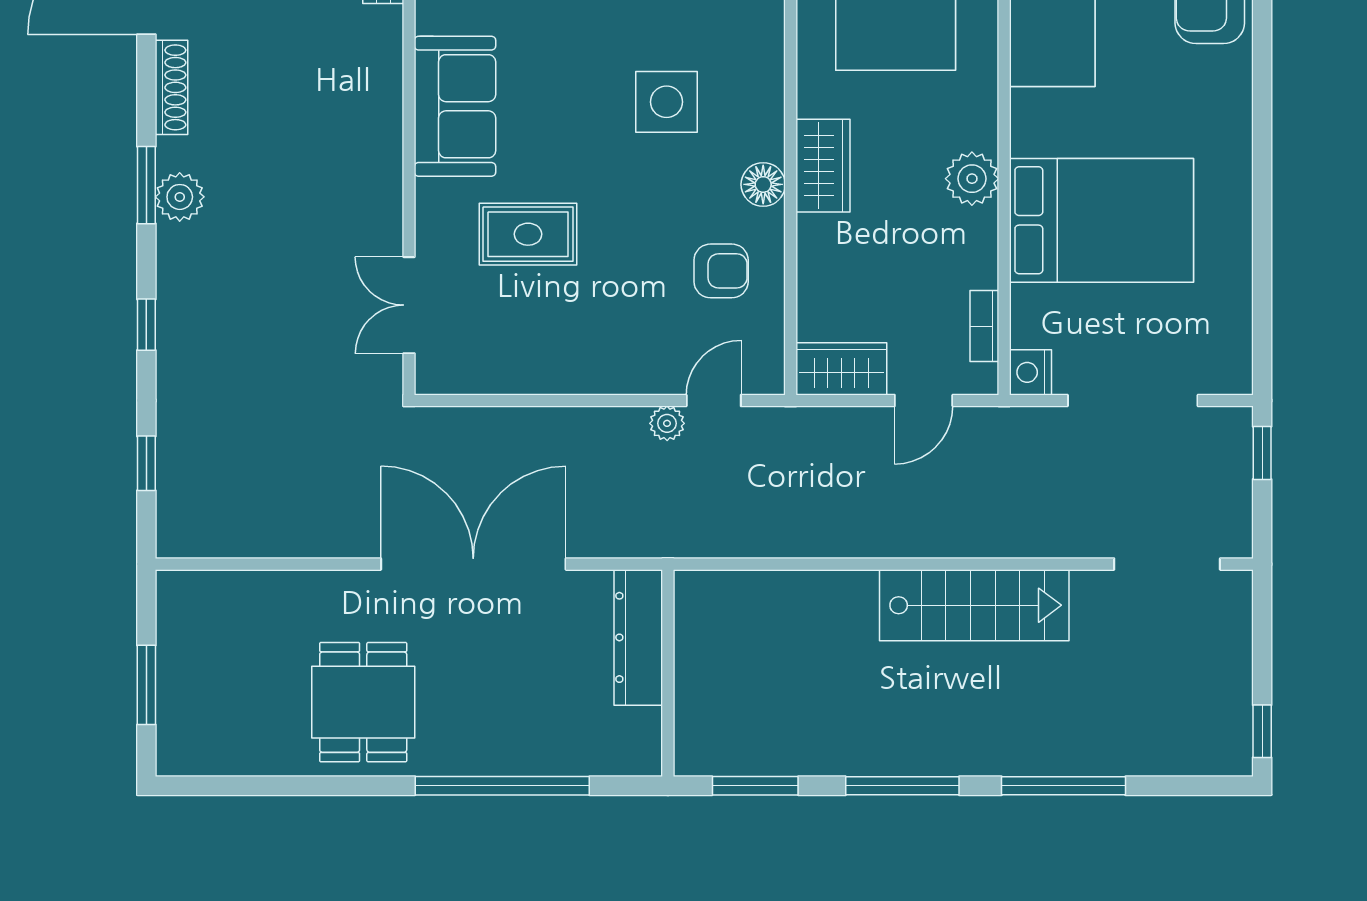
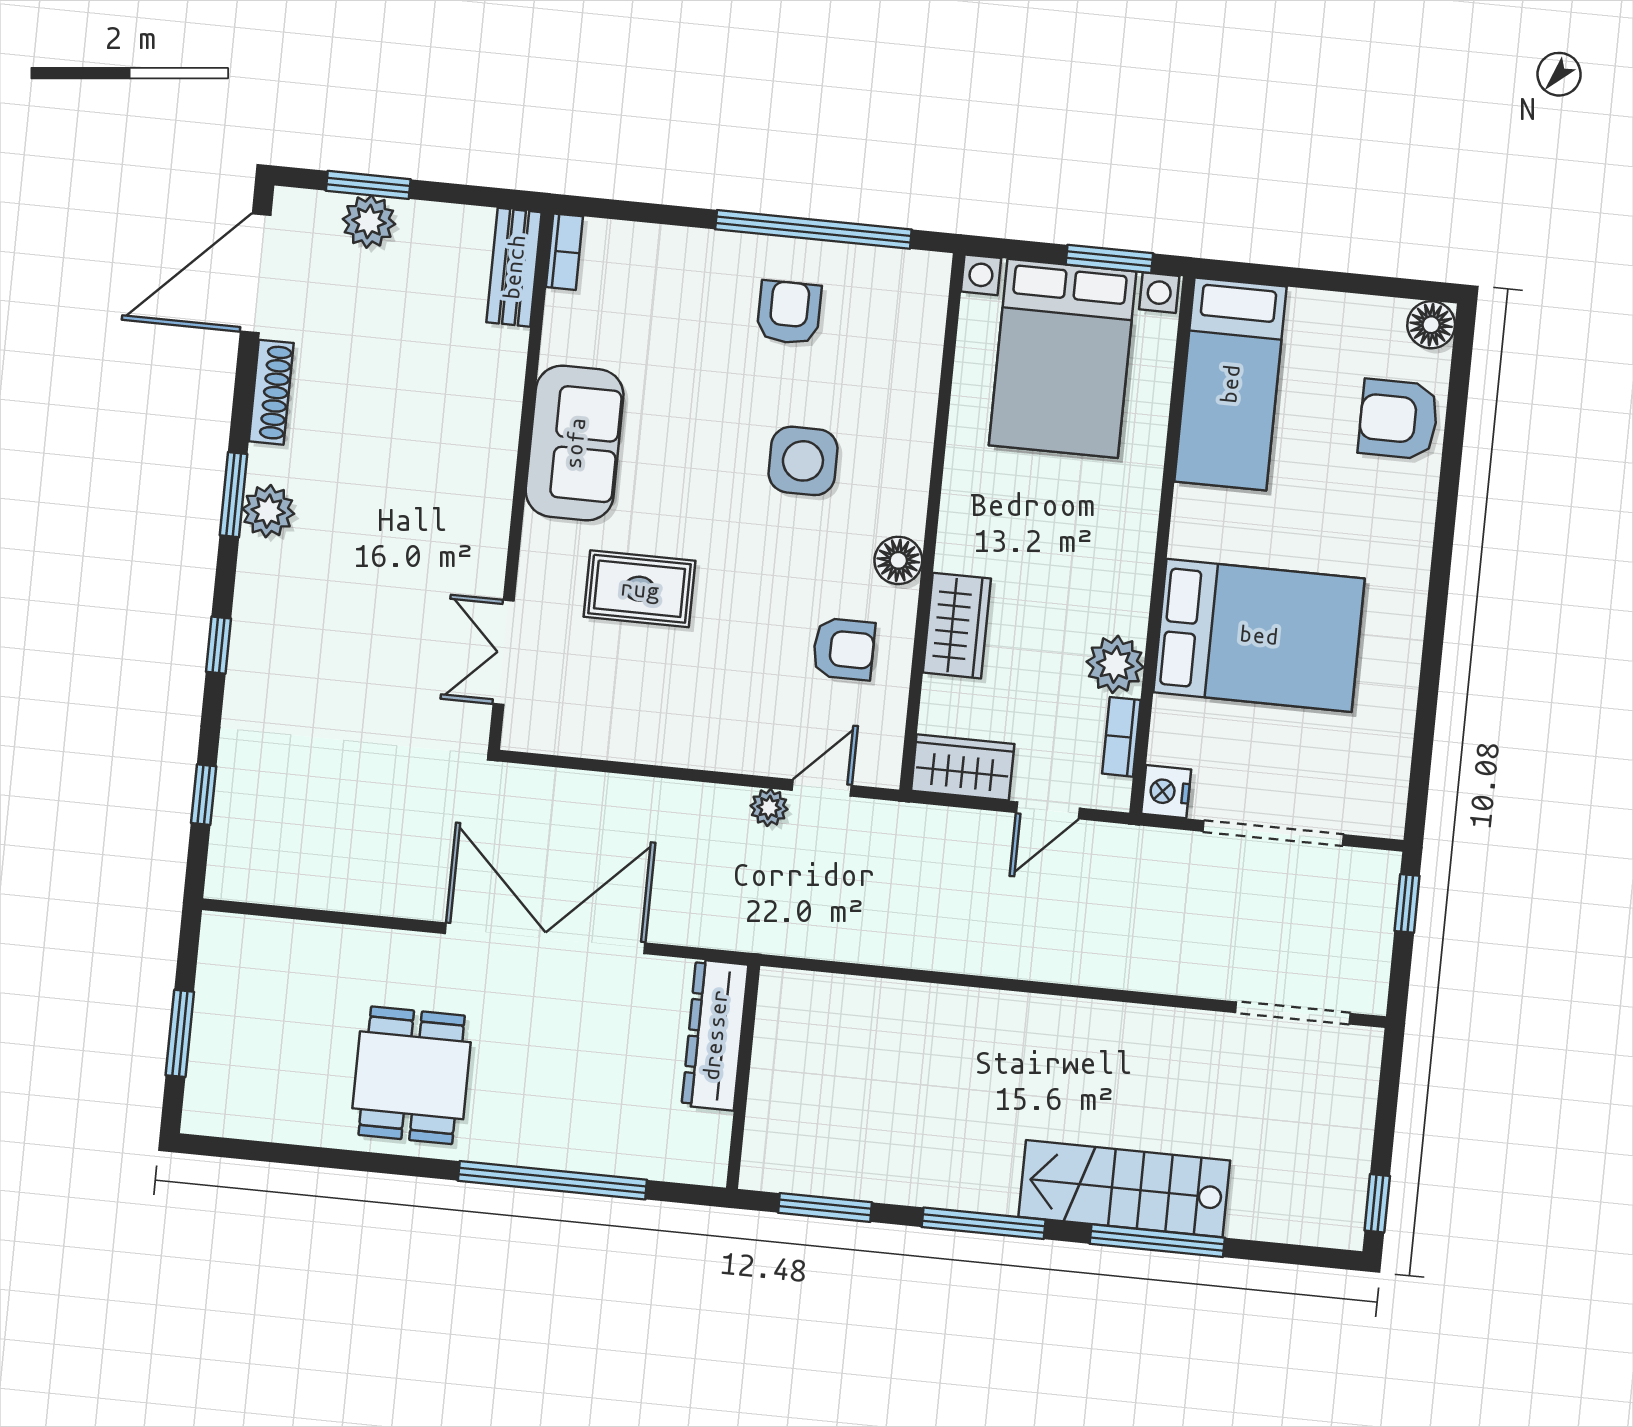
wardrobe: (823, 166) -> (957, 626), moved
plant: (972, 179) -> (1115, 664), moved
stairs: (974, 605) -> (1124, 1189), moved, turned 180

